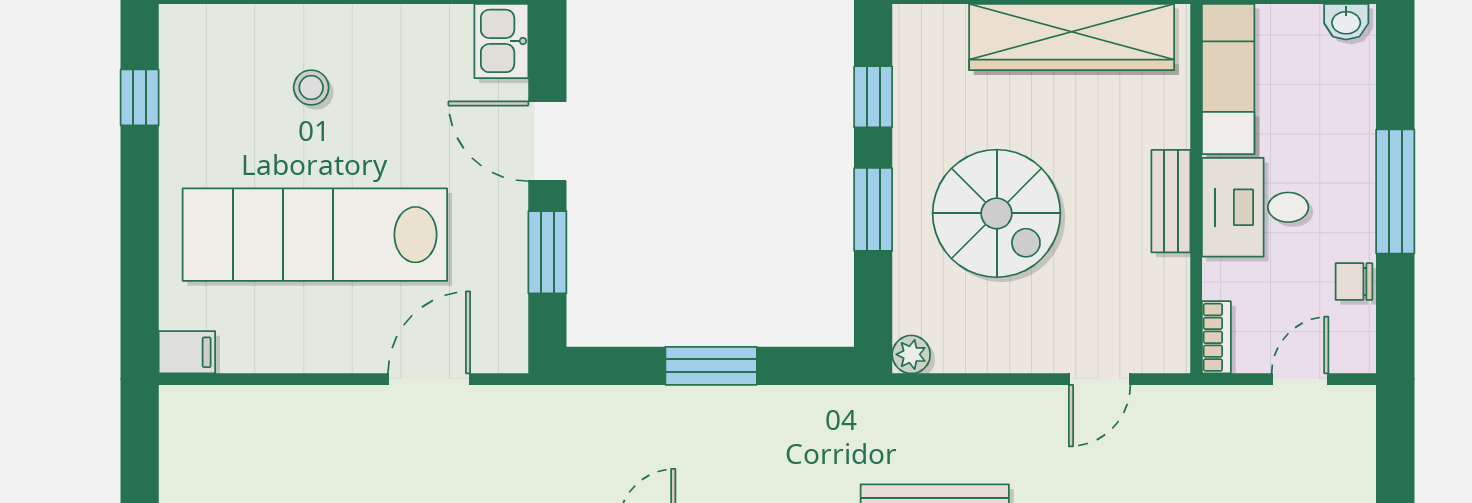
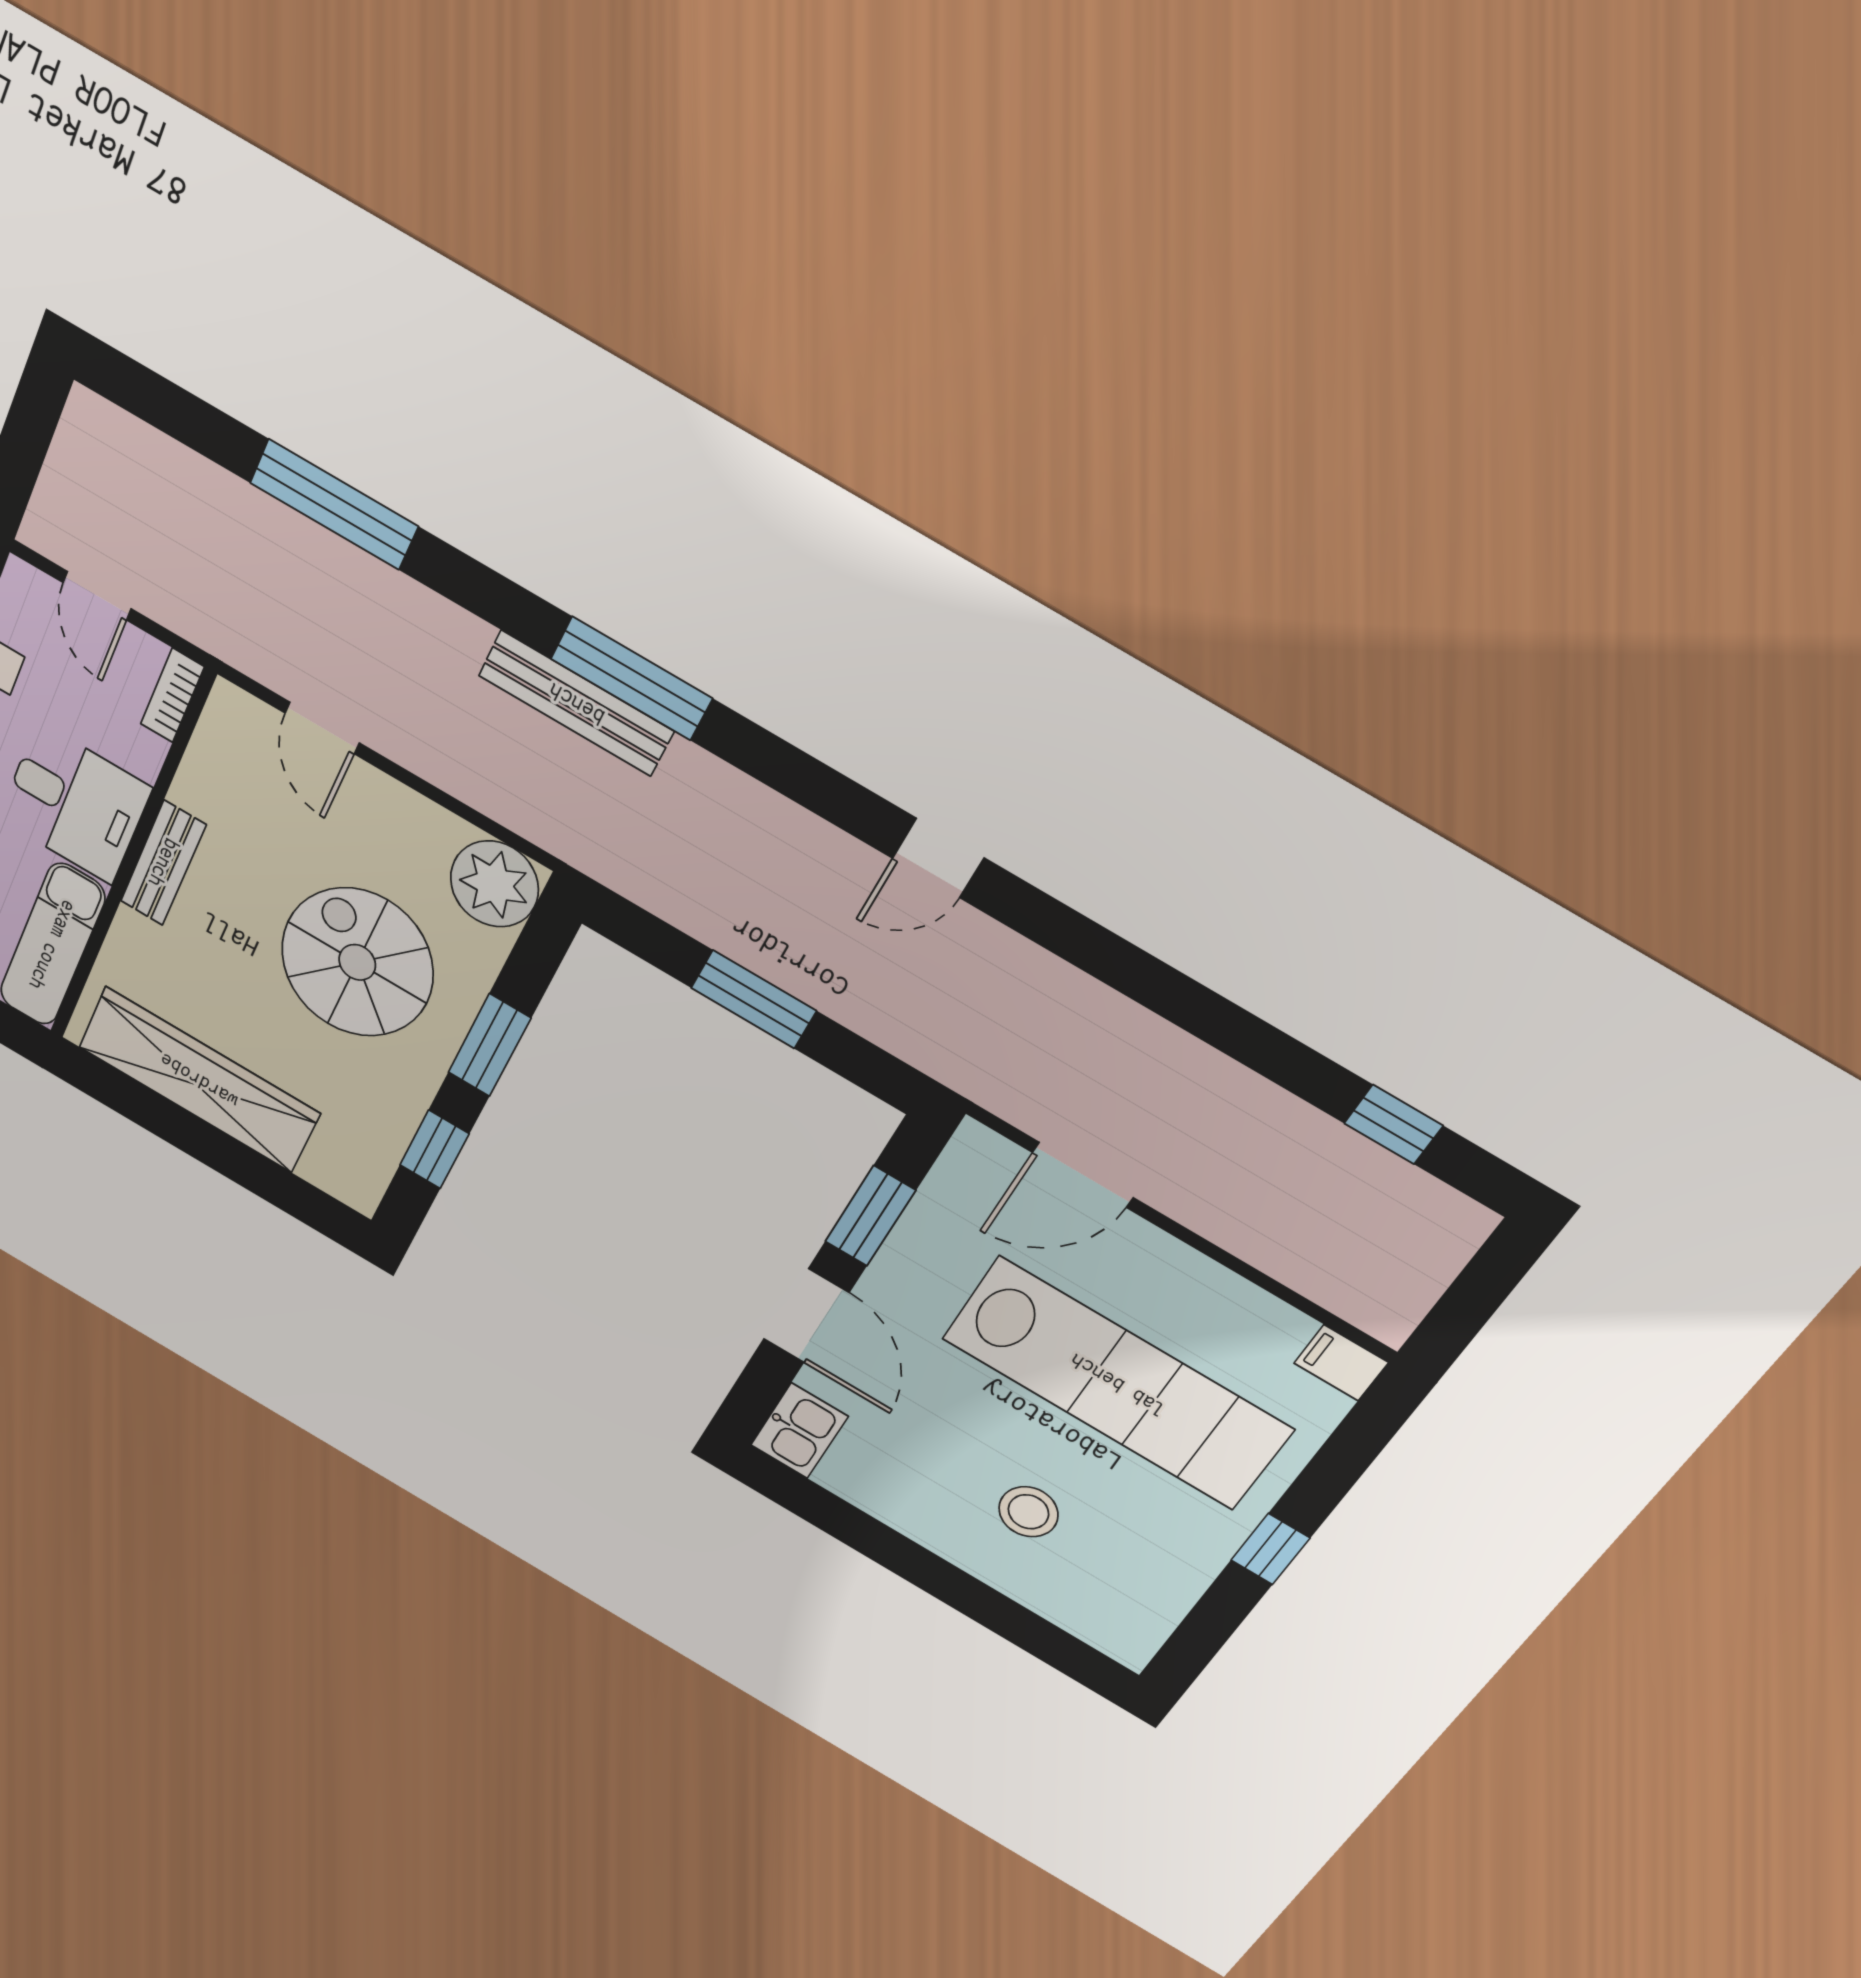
stool: (311, 87) -> (1028, 1512), width x1.37, depth x1.37
window: (140, 97) -> (1270, 1549), moved
plant: (911, 354) -> (494, 884), width x1.88, depth x1.88
door: (1100, 379) -> (322, 728), swing flipped
door: (1300, 379) -> (97, 596), hinge flipped

